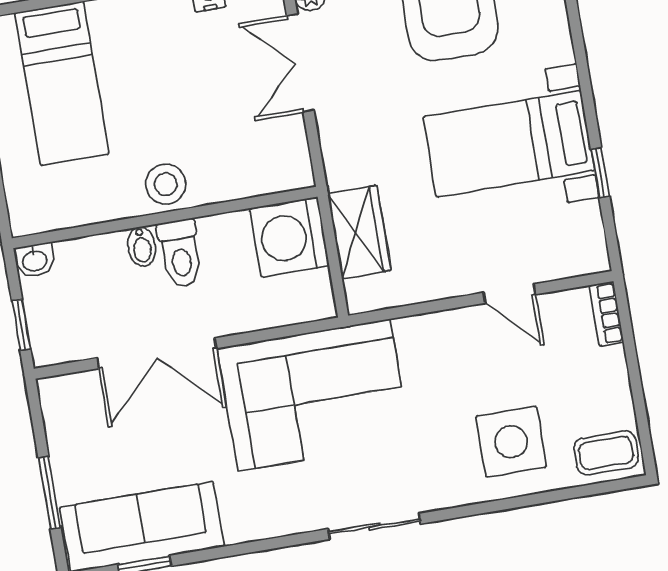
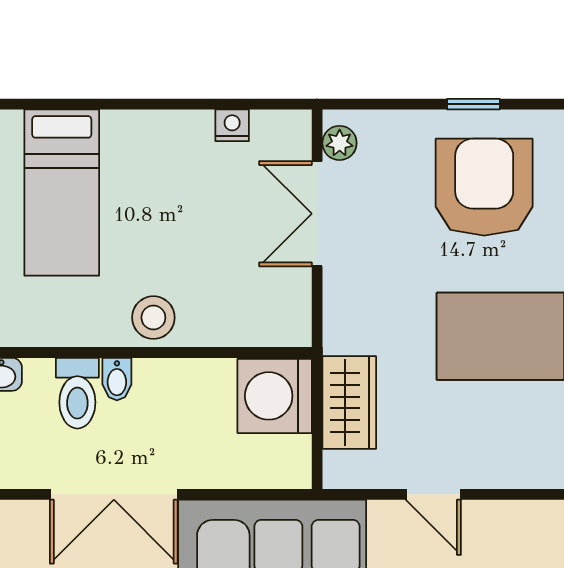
toilet: (180, 253) -> (77, 393), moved
door: (509, 294) -> (433, 494), moved

